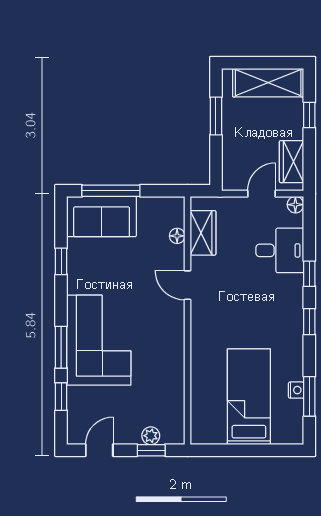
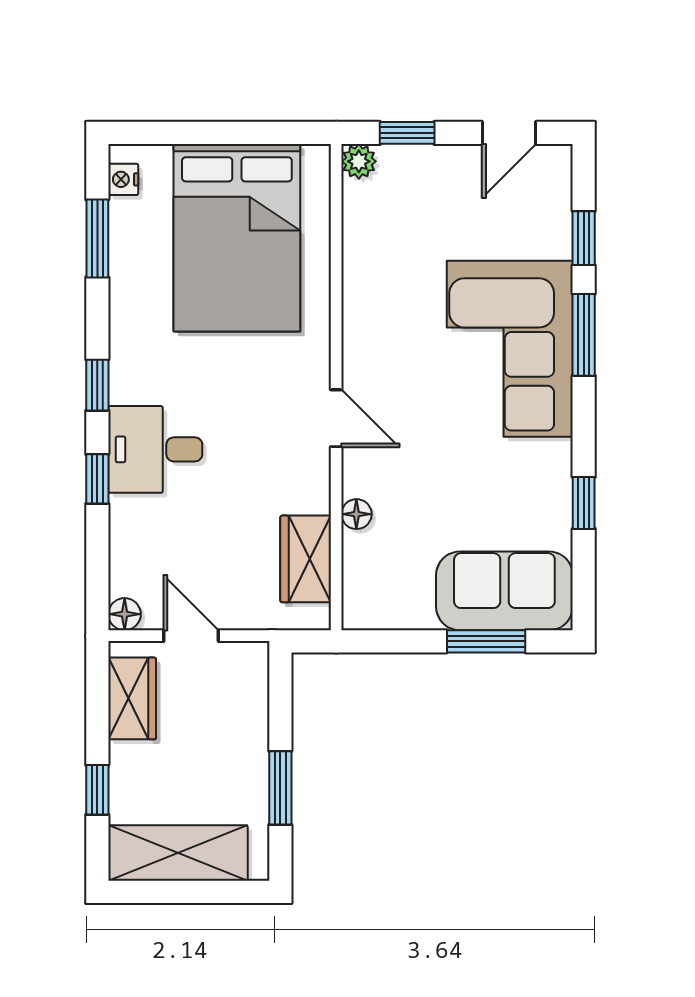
window: (111, 191) -> (486, 641), width x0.69
door: (262, 194) -> (191, 636), swing flipped
floor lamp: (177, 236) -> (356, 514), moved
desk: (280, 250) -> (155, 449), moved
door: (187, 285) -> (336, 418), moved
nightstand: (296, 390) -> (123, 179), moved
bed: (249, 397) -> (237, 238), width x1.50
plant: (151, 436) -> (359, 161), moved

